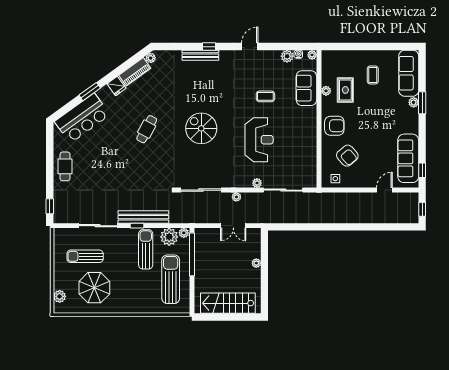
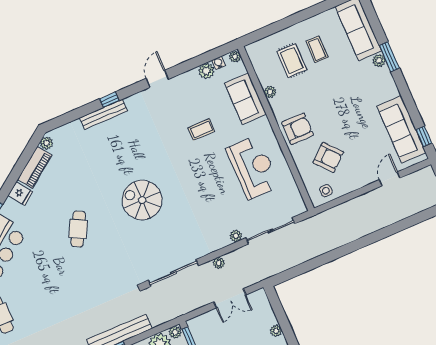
rug: (345, 90) -> (292, 61), moved
reception desk: (259, 140) -> (253, 167), moved

